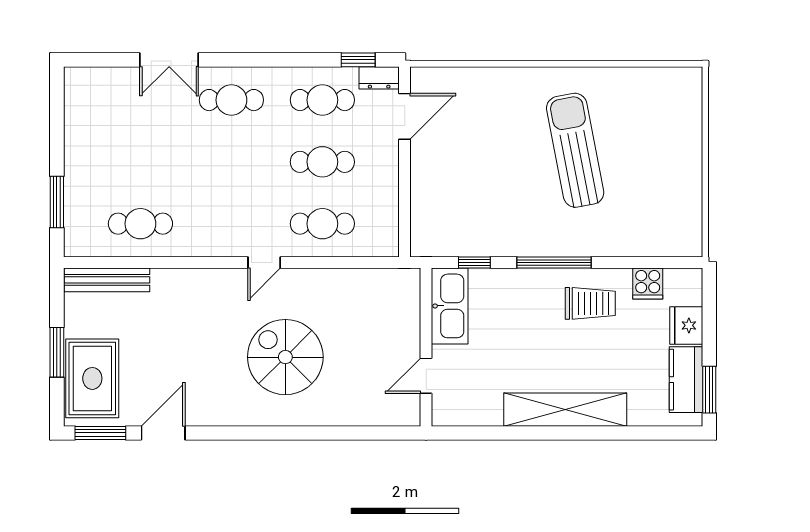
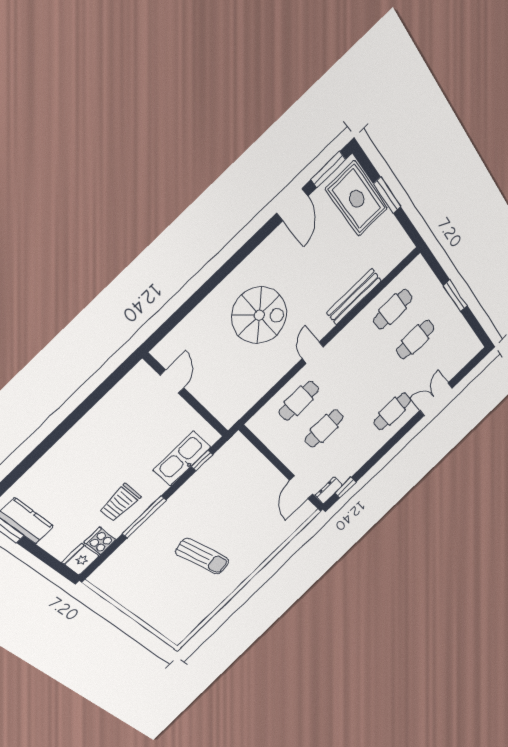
cafe table: (322, 100) -> (415, 340), moved
sun lounger: (575, 150) -> (202, 556), width x0.73, depth x0.75
window: (57, 202) -> (455, 296), moved
window: (554, 263) -> (144, 517), moved
bench: (107, 280) -> (354, 297), moved
kitchen sink: (450, 306) -> (182, 458), moved, turned 90
fridge: (686, 325) -> (80, 559), moved, turned -90
shelving: (565, 410) -> (75, 441), removed

